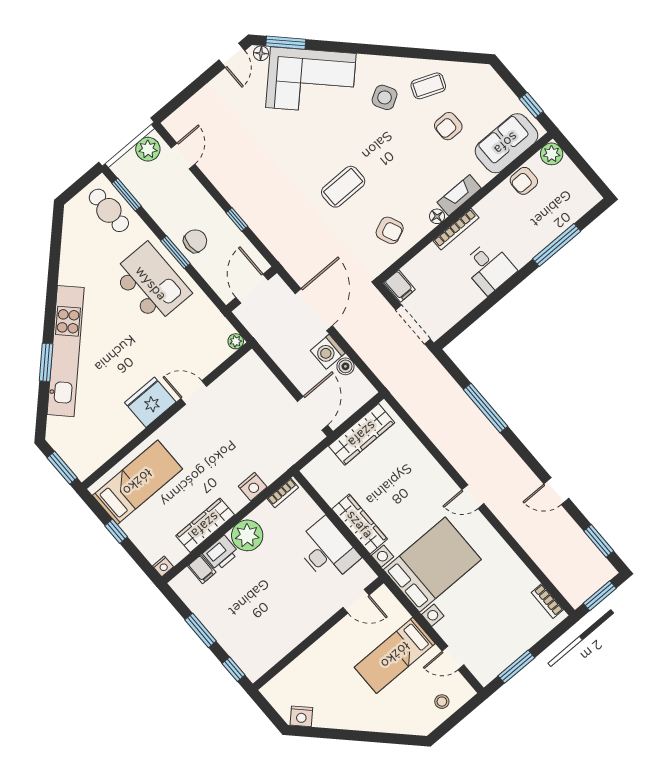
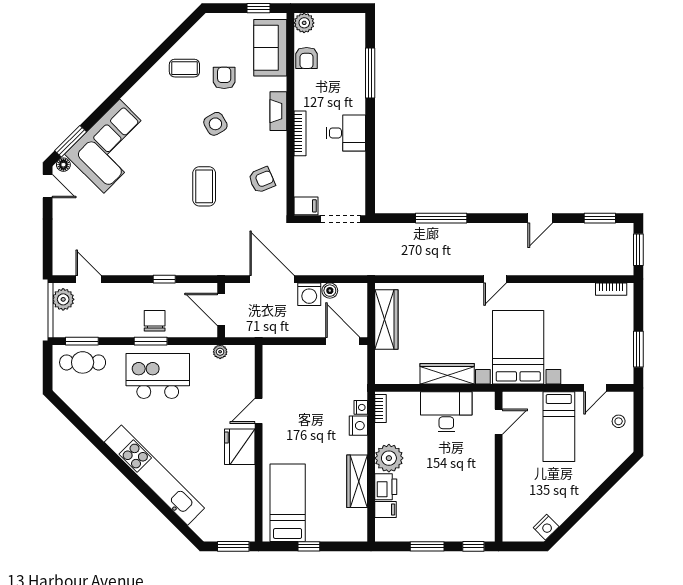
coffee table: (428, 86) -> (184, 68), turned 68
side table: (385, 97) -> (215, 124), moved
armchair: (448, 126) -> (224, 78), turned 180
floor lamp: (437, 216) -> (280, 139), removed
plant: (236, 341) -> (220, 352), moved
window: (46, 362) -> (151, 495), removed
nightstand: (163, 566) -> (361, 407), moved

